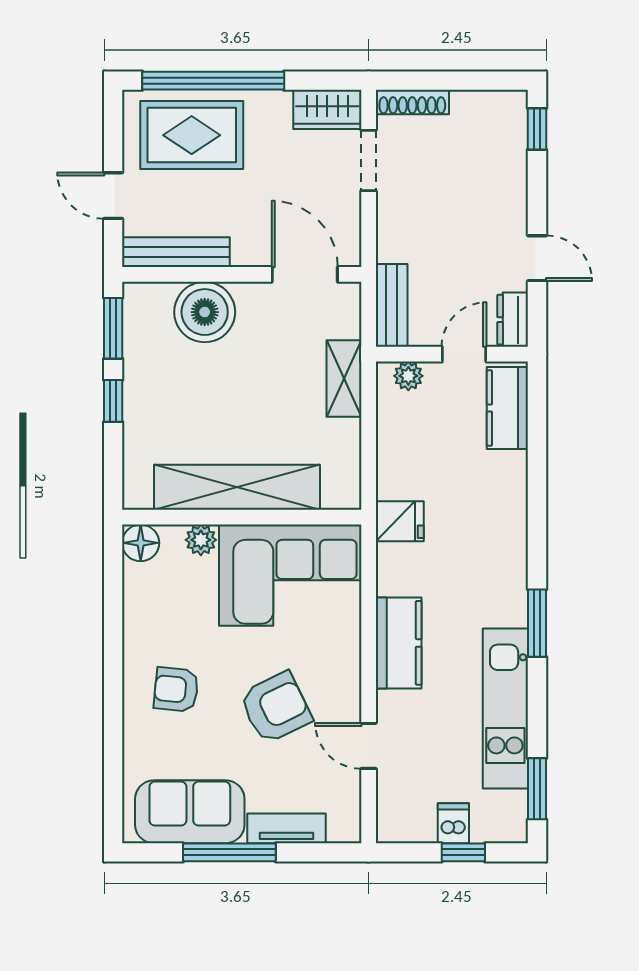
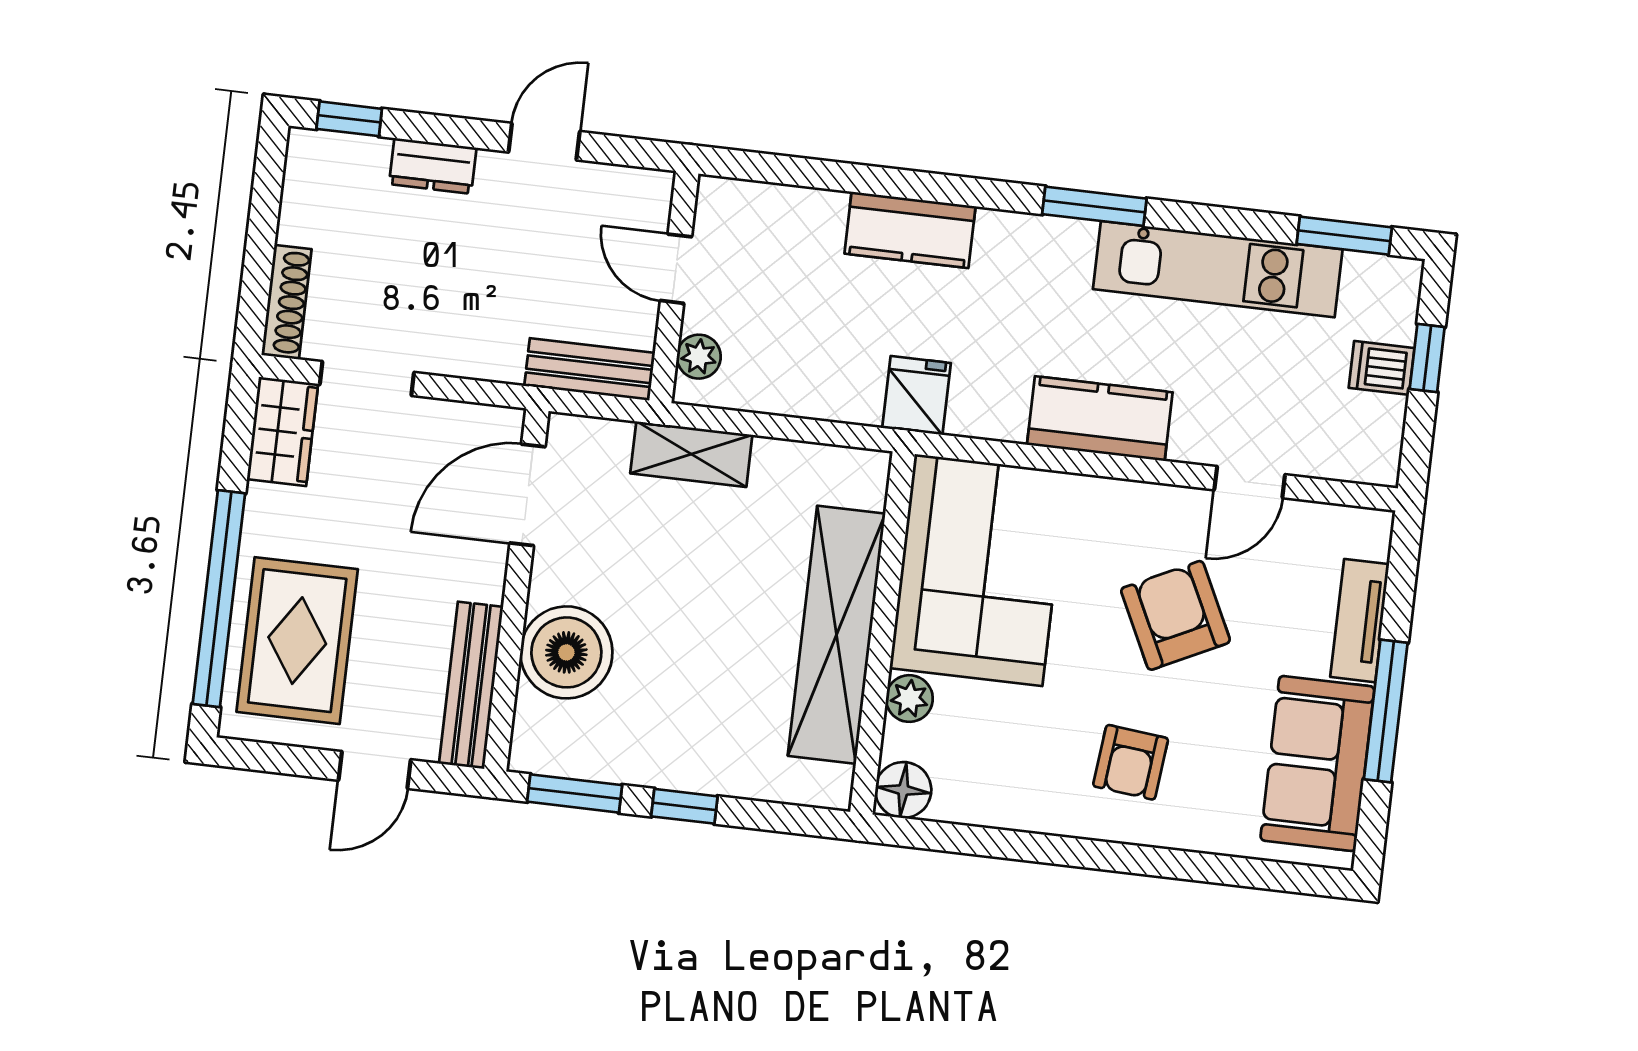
dresser: (513, 320) -> (433, 166), moved
kitchen counter: (507, 408) -> (910, 230), moved

